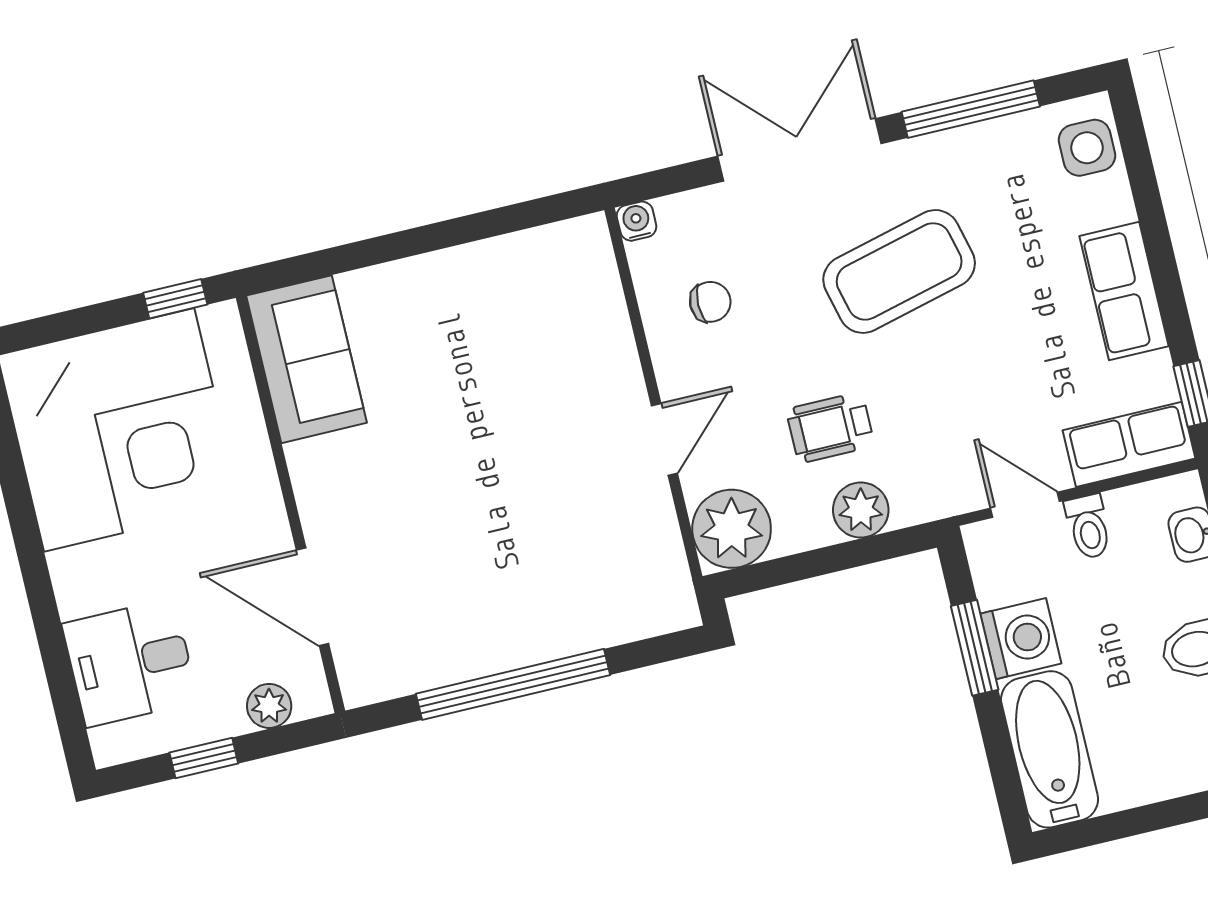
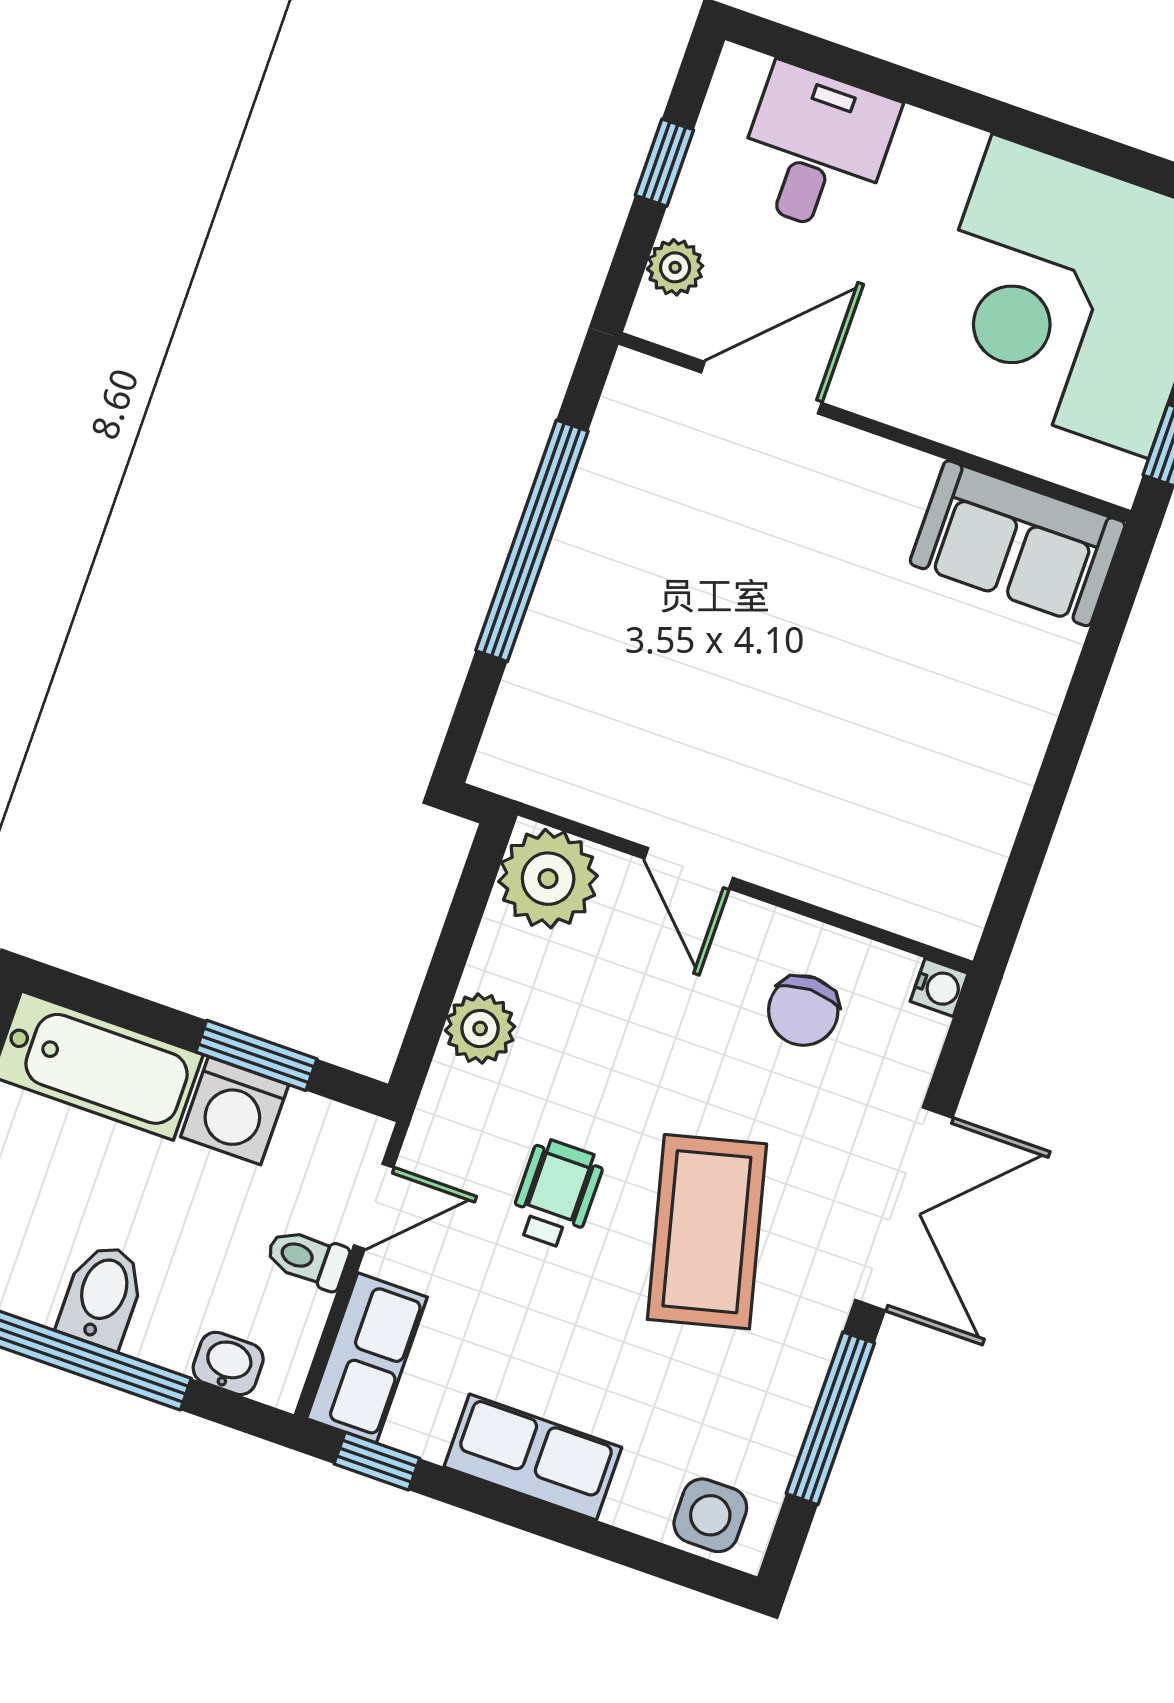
chair: (710, 302) -> (803, 1011), width x1.37, depth x1.37
wheelchair: (830, 428) -> (556, 1194), moved

